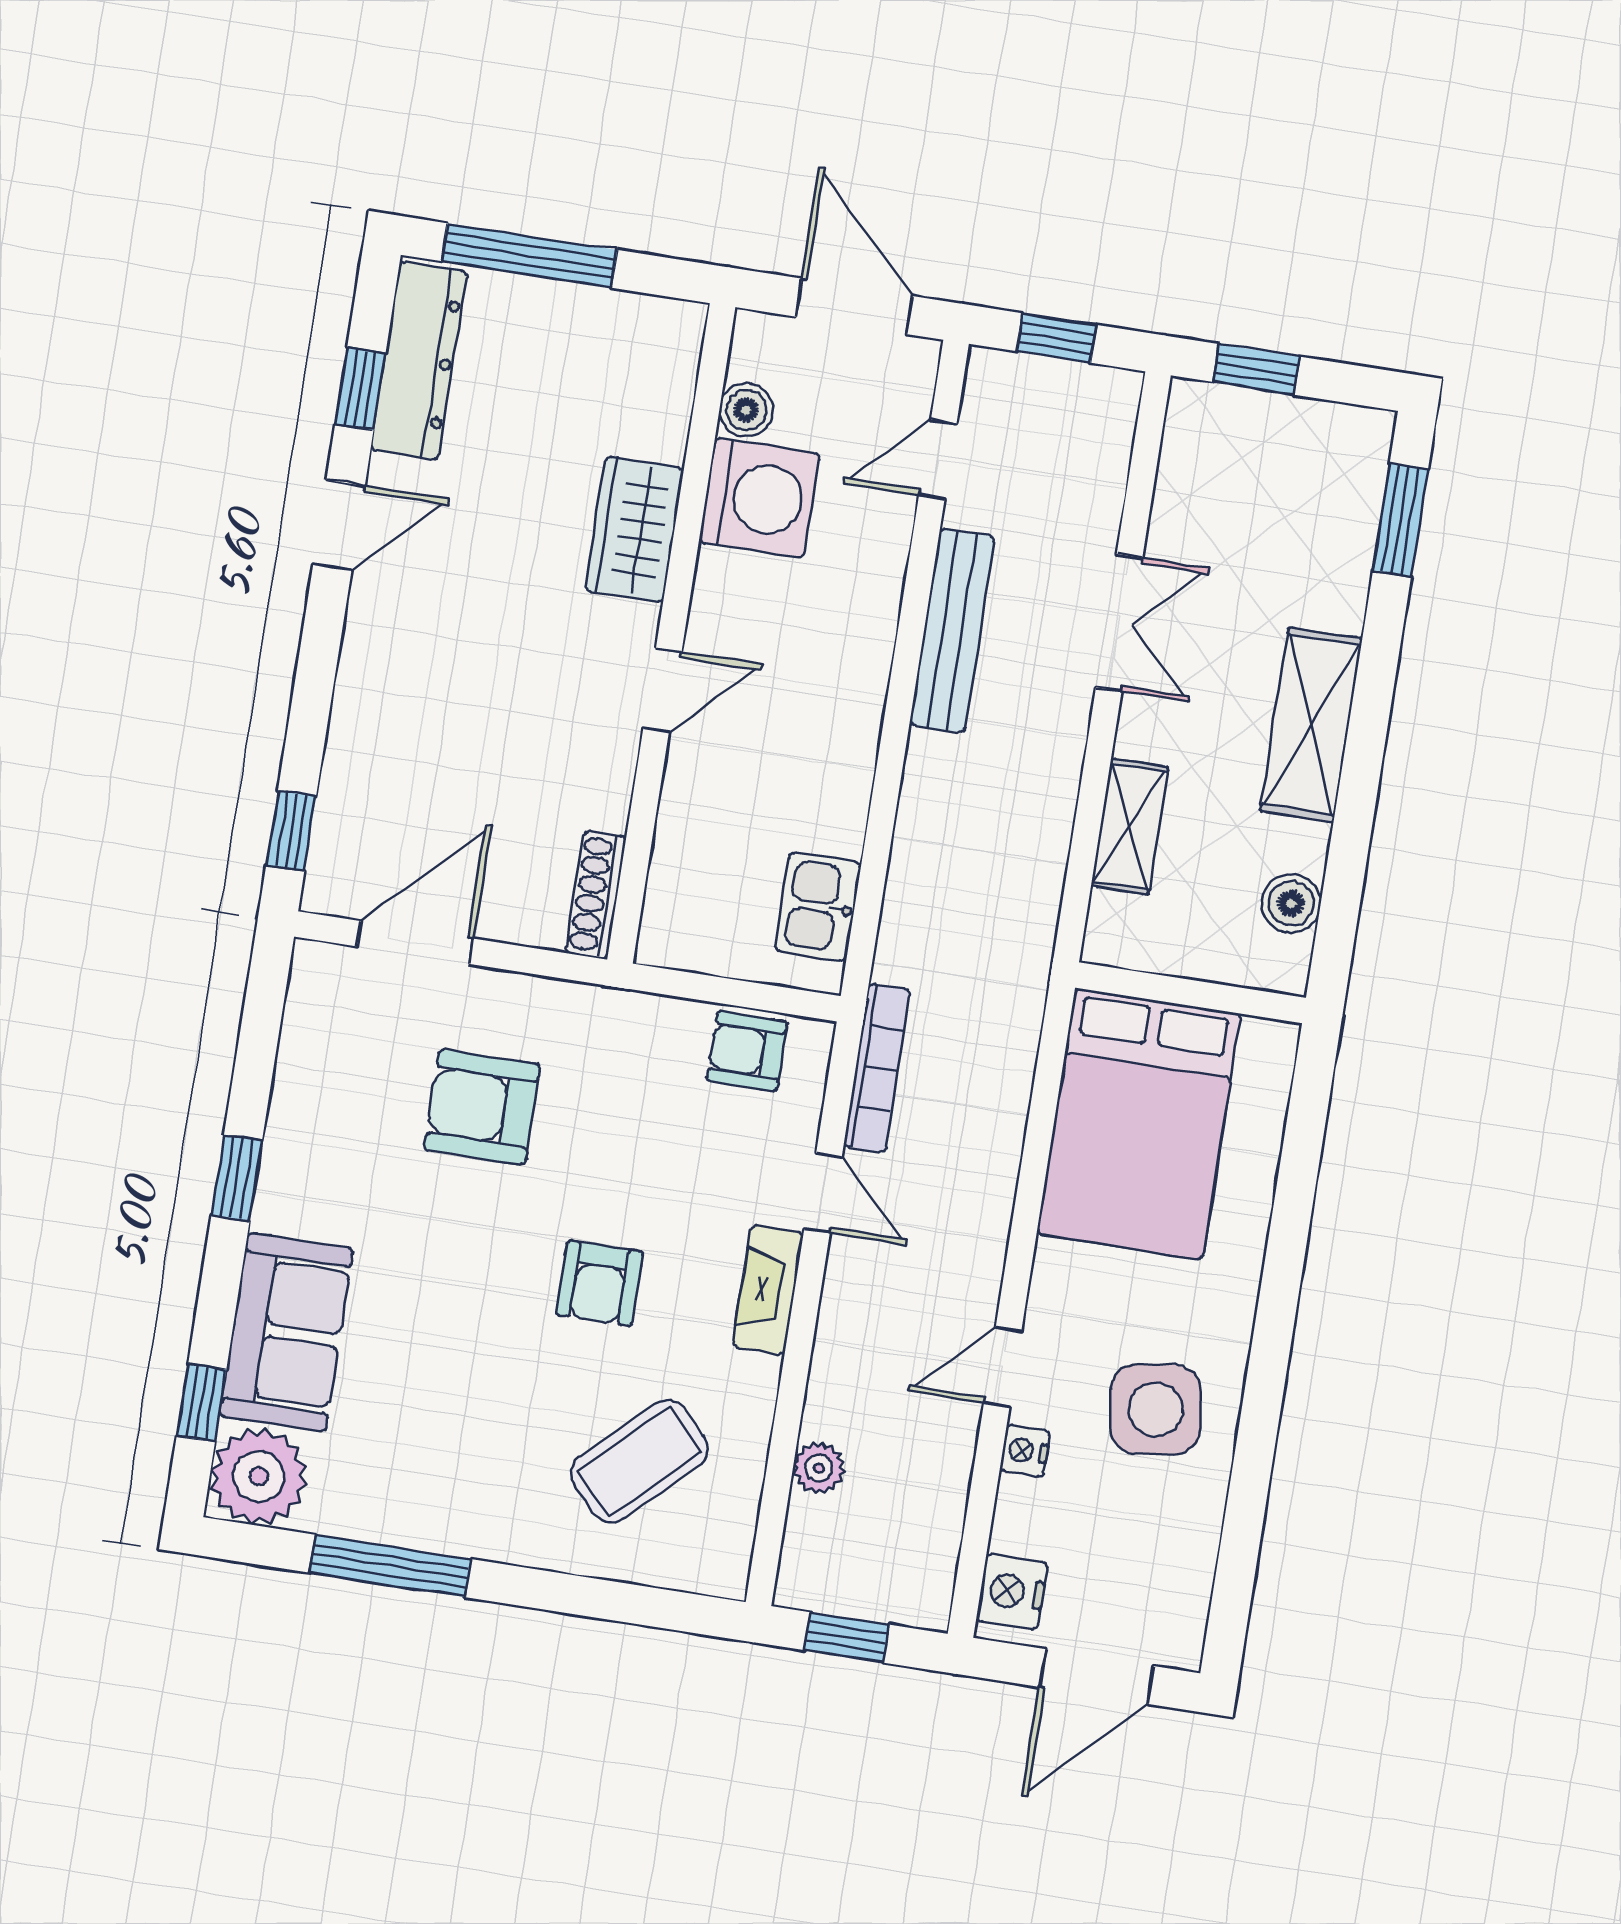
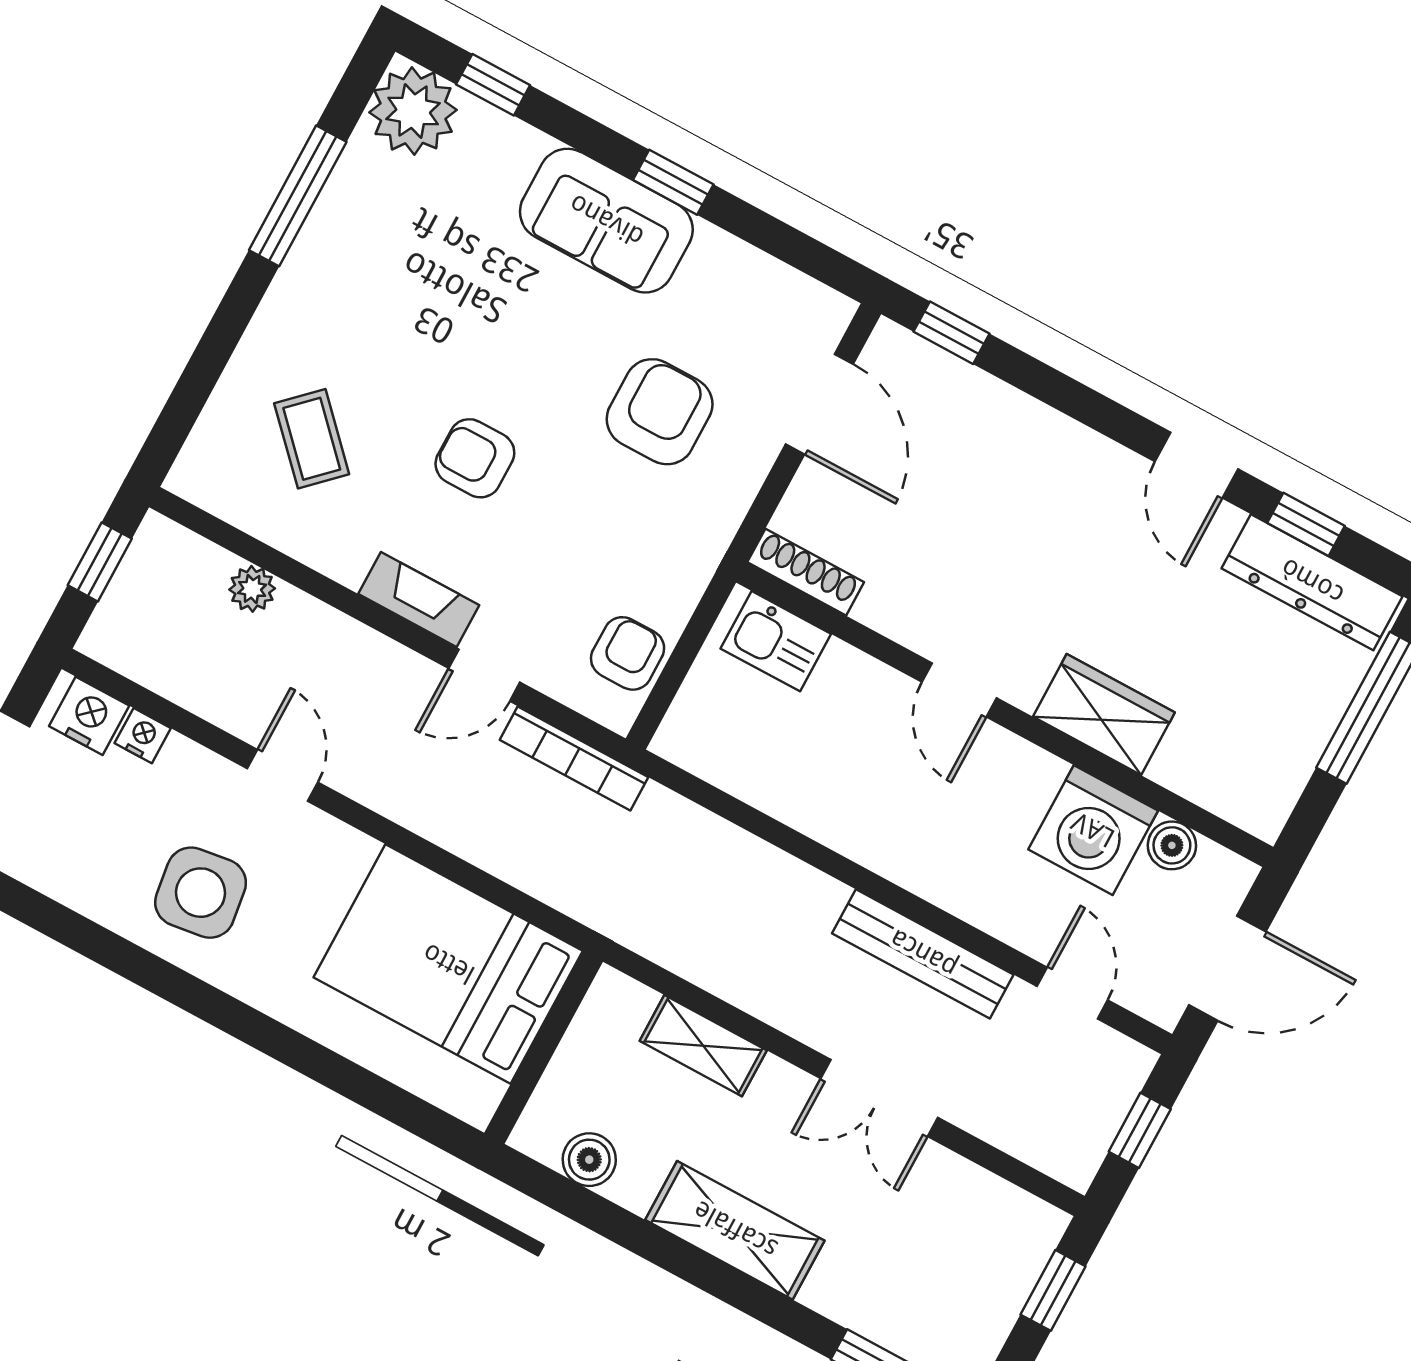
kitchen sink: (818, 907) -> (776, 641), moved, turned 180
sofa: (286, 1332) -> (606, 221), moved
nightstand: (1025, 1451) -> (143, 736), moved
coffee table: (639, 1461) -> (312, 439), width x0.73, depth x0.77

